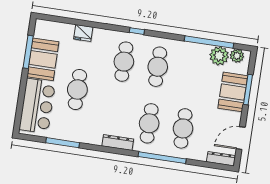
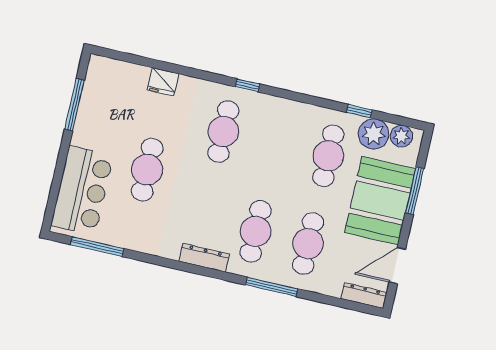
window: (209, 42) -> (359, 111), width x0.32
booth: (43, 59) -> (97, 118), removed
cafe table: (158, 67) -> (328, 156), moved
booth: (233, 92) -> (380, 201), width x1.36, depth x1.42
window: (63, 143) -> (97, 247), moved
window: (162, 158) -> (272, 287), width x0.68

